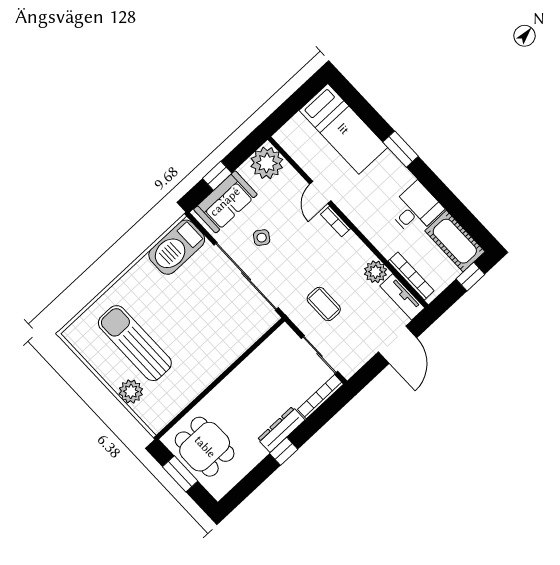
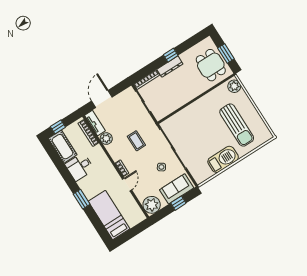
barbecue: (177, 247) -> (223, 159), moved
coffee table: (324, 304) -> (136, 141), moved
plant: (131, 391) -> (234, 86), moved

